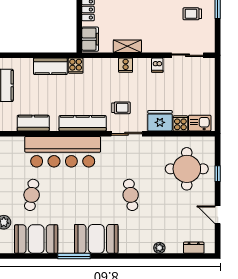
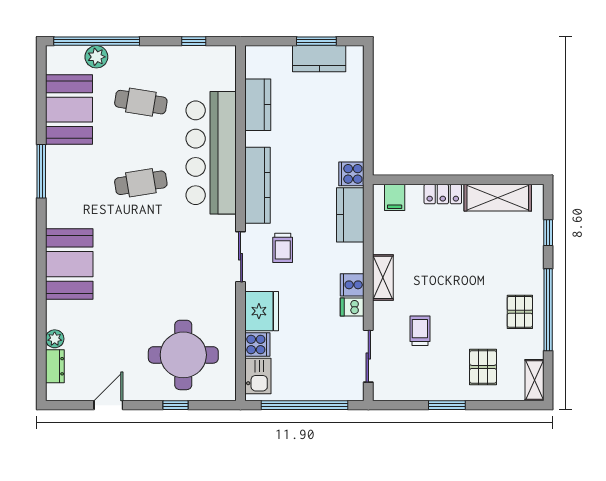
trolley: (192, 14) -> (420, 331), moved
filing cabinet: (90, 39) -> (395, 197), width x0.50
shelving: (127, 46) -> (383, 277), moved
cooker: (126, 65) -> (352, 285), moved
kitchen counter: (50, 66) -> (350, 215), moved
window: (218, 94) -> (305, 405), added
cafe table: (131, 195) -> (141, 183), moved
booth: (96, 239) -> (69, 264), moved
plant: (159, 248) -> (55, 339), moved

